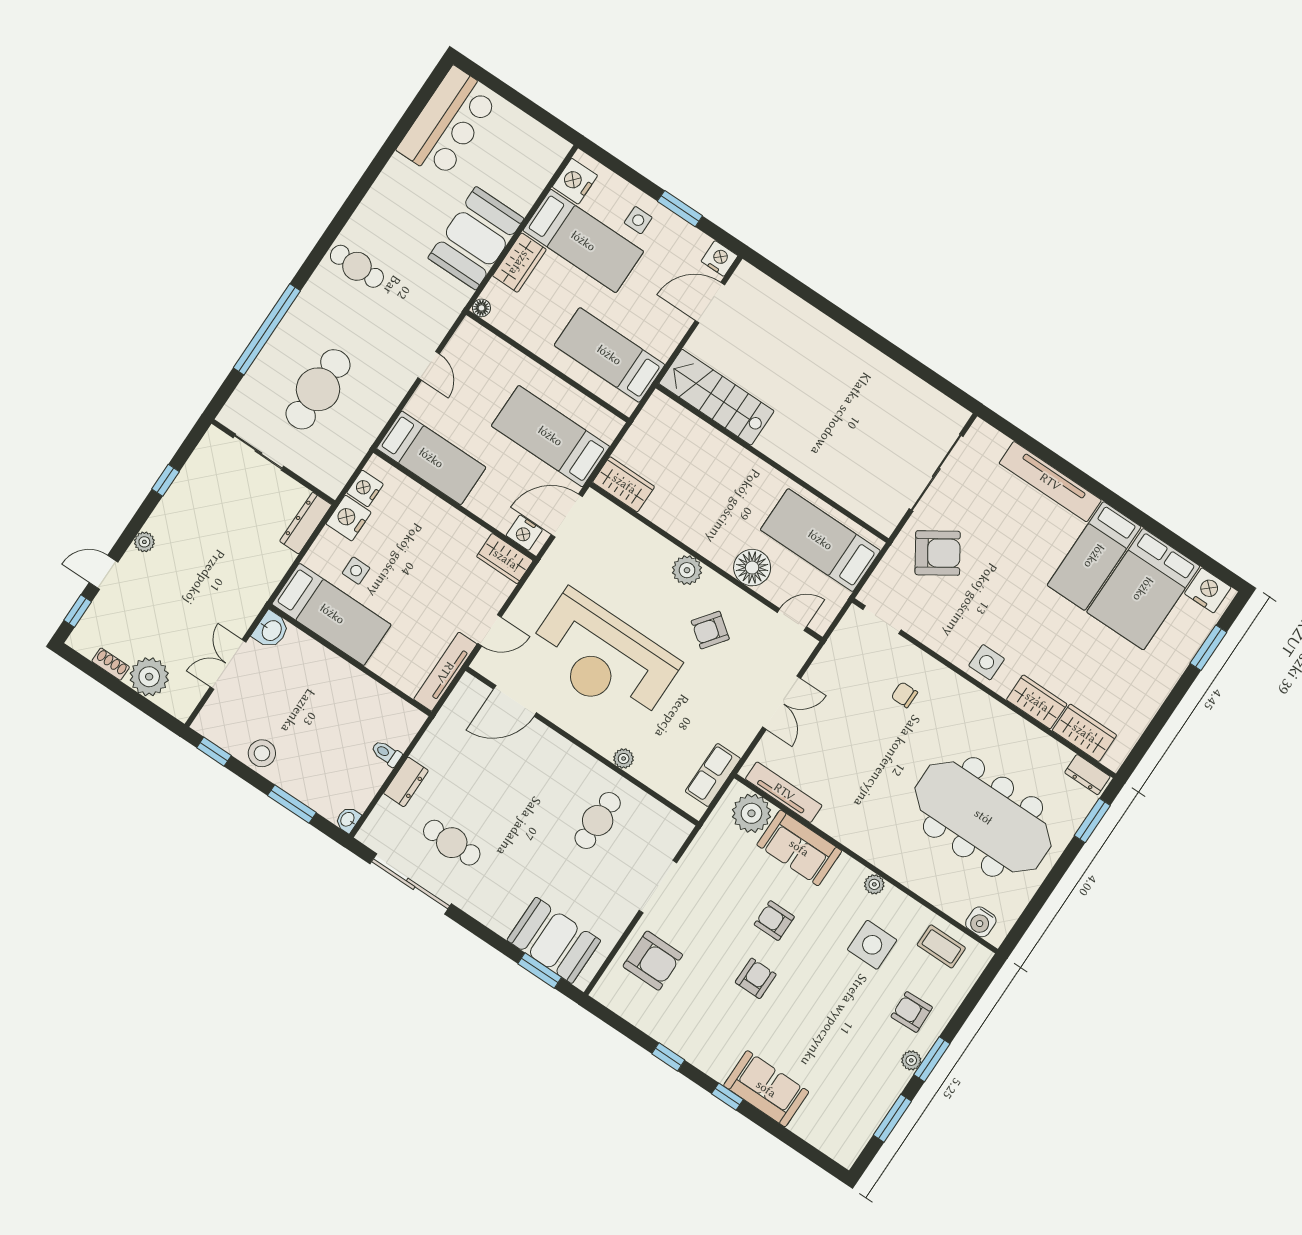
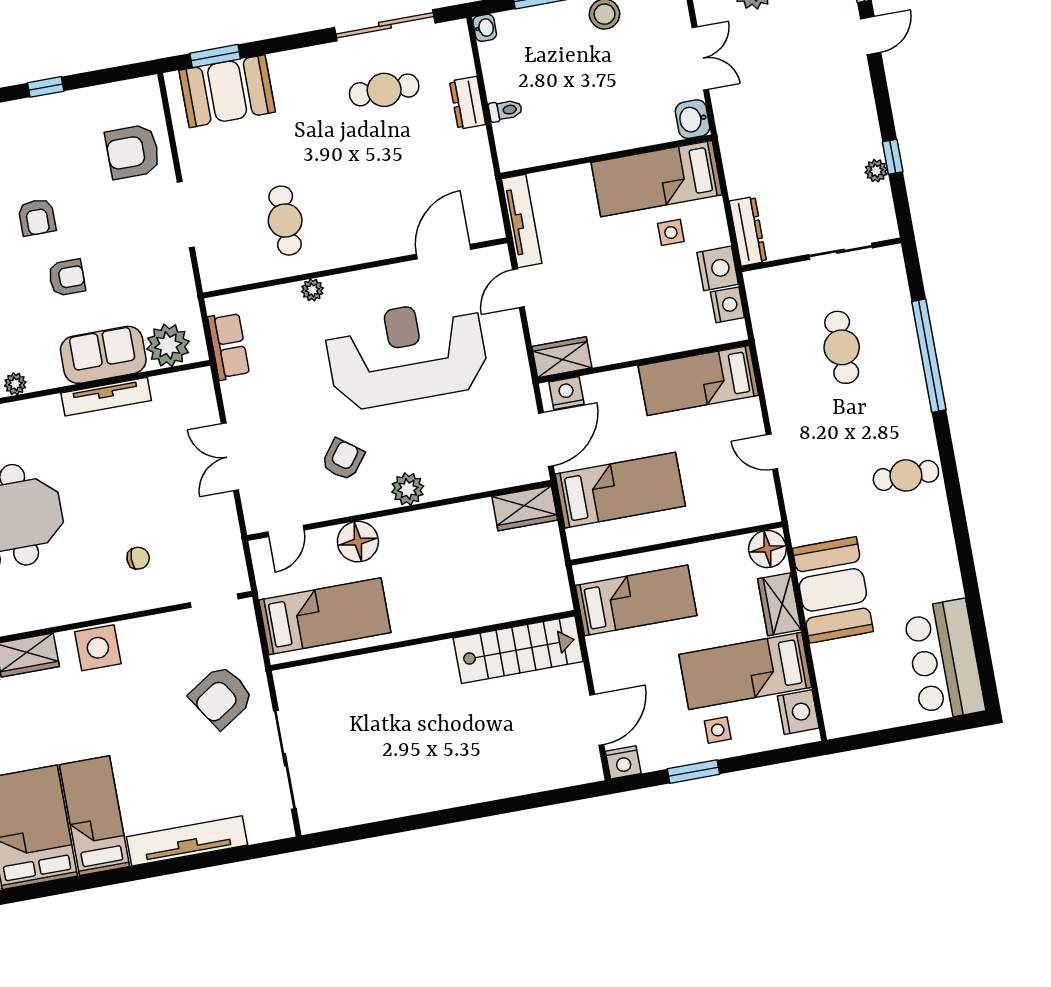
floor lamp: (481, 308) -> (767, 549), width x1.89, depth x1.89
cafe table: (318, 389) -> (842, 347), width x0.73, depth x0.74
plant: (144, 542) -> (876, 171), moved
side table: (987, 662) -> (98, 648), width x1.37, depth x1.37
tv unit: (784, 792) -> (106, 397), moved

